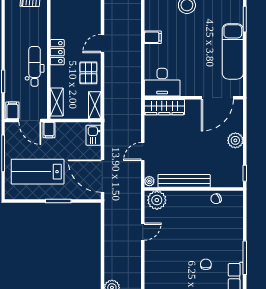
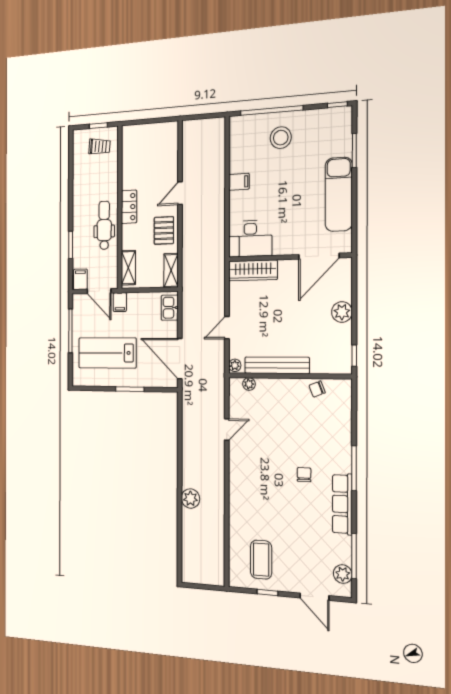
plant: (157, 200) -> (249, 384), width x0.53, depth x0.53

